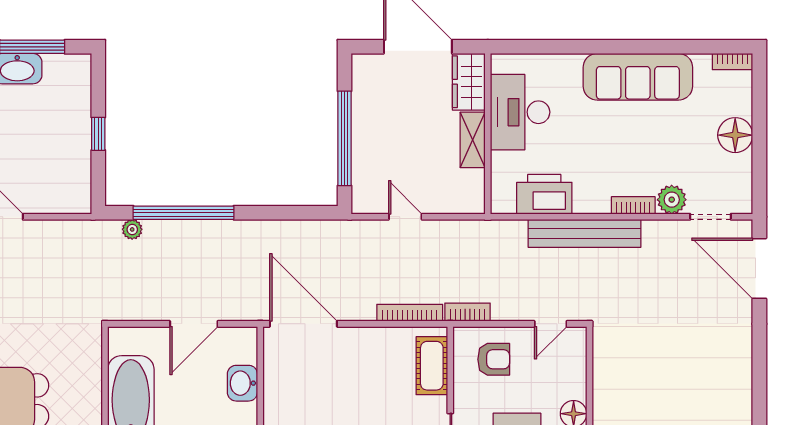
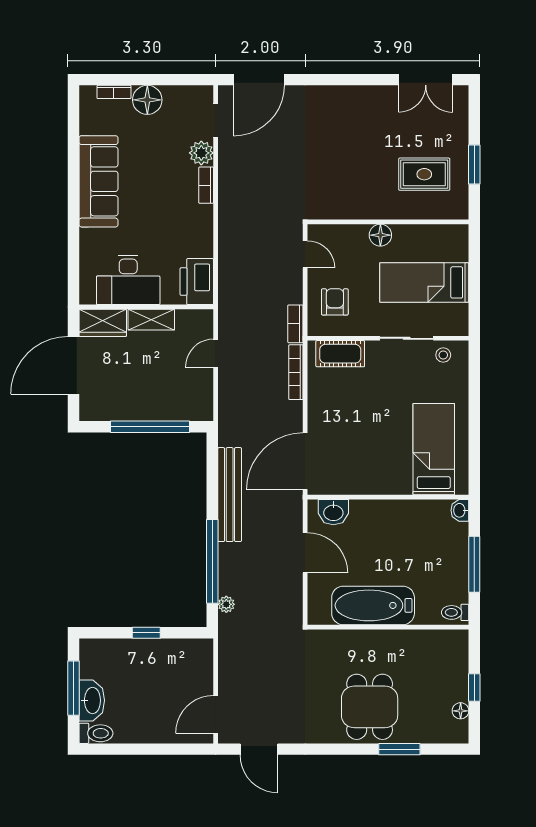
bookcase: (733, 62) -> (114, 92), moved, turned 90
printer: (544, 194) -> (197, 282), moved
door: (405, 217) -> (216, 353), moved
bench: (584, 233) -> (230, 495), moved
washbasin: (242, 383) -> (333, 512), moved

